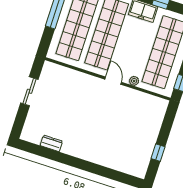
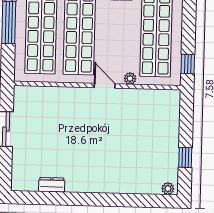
plant: (138, 172) -> (168, 189), added

